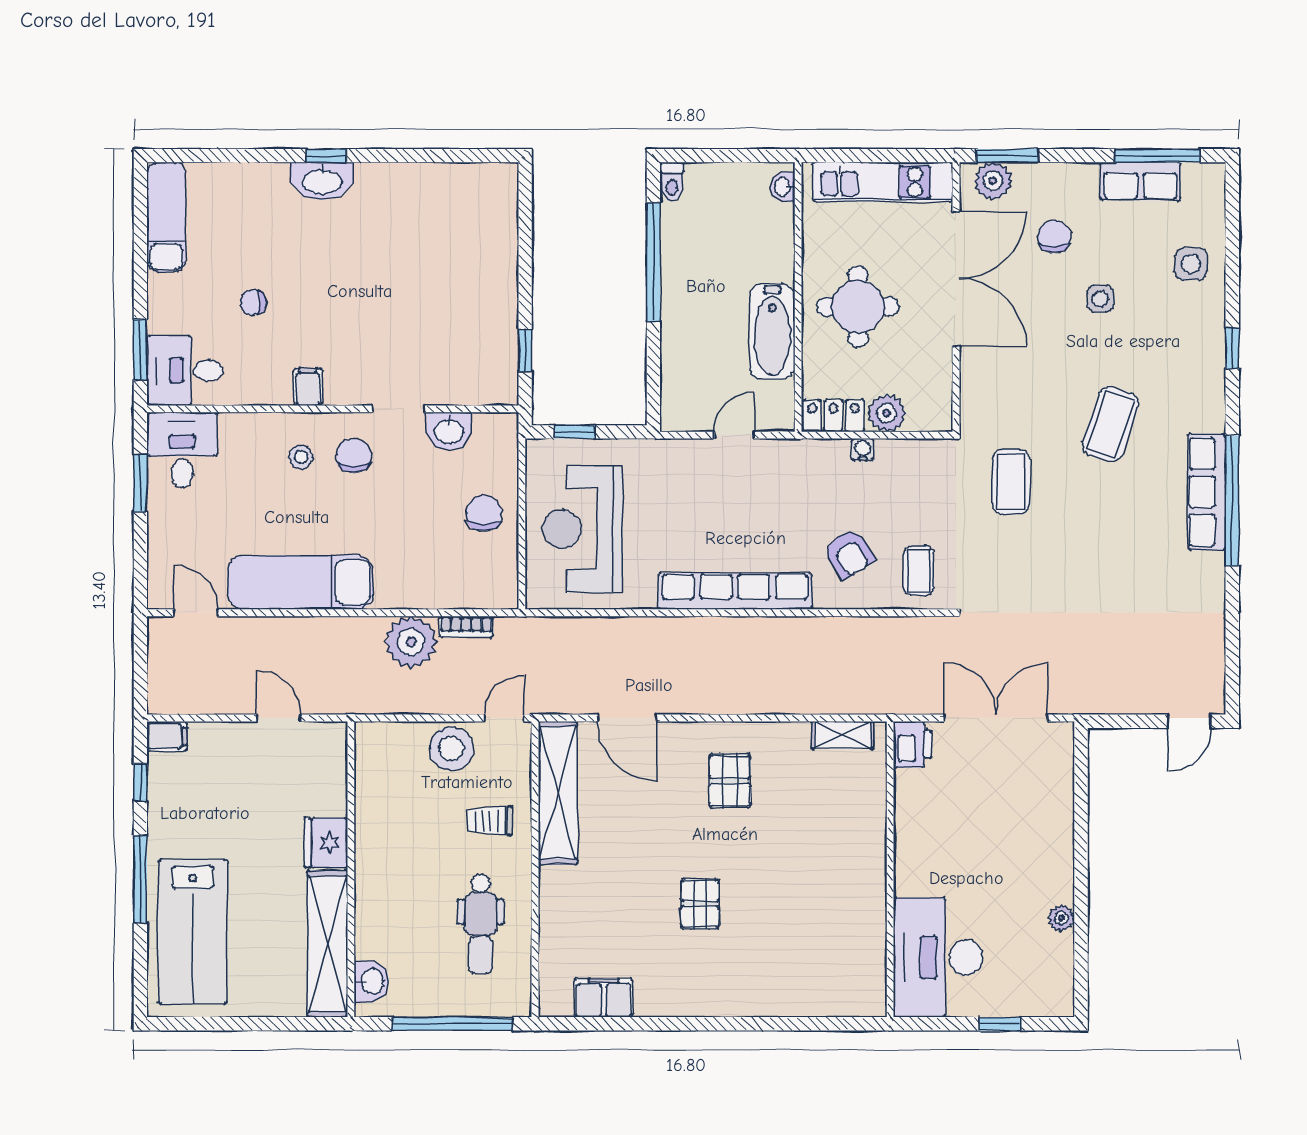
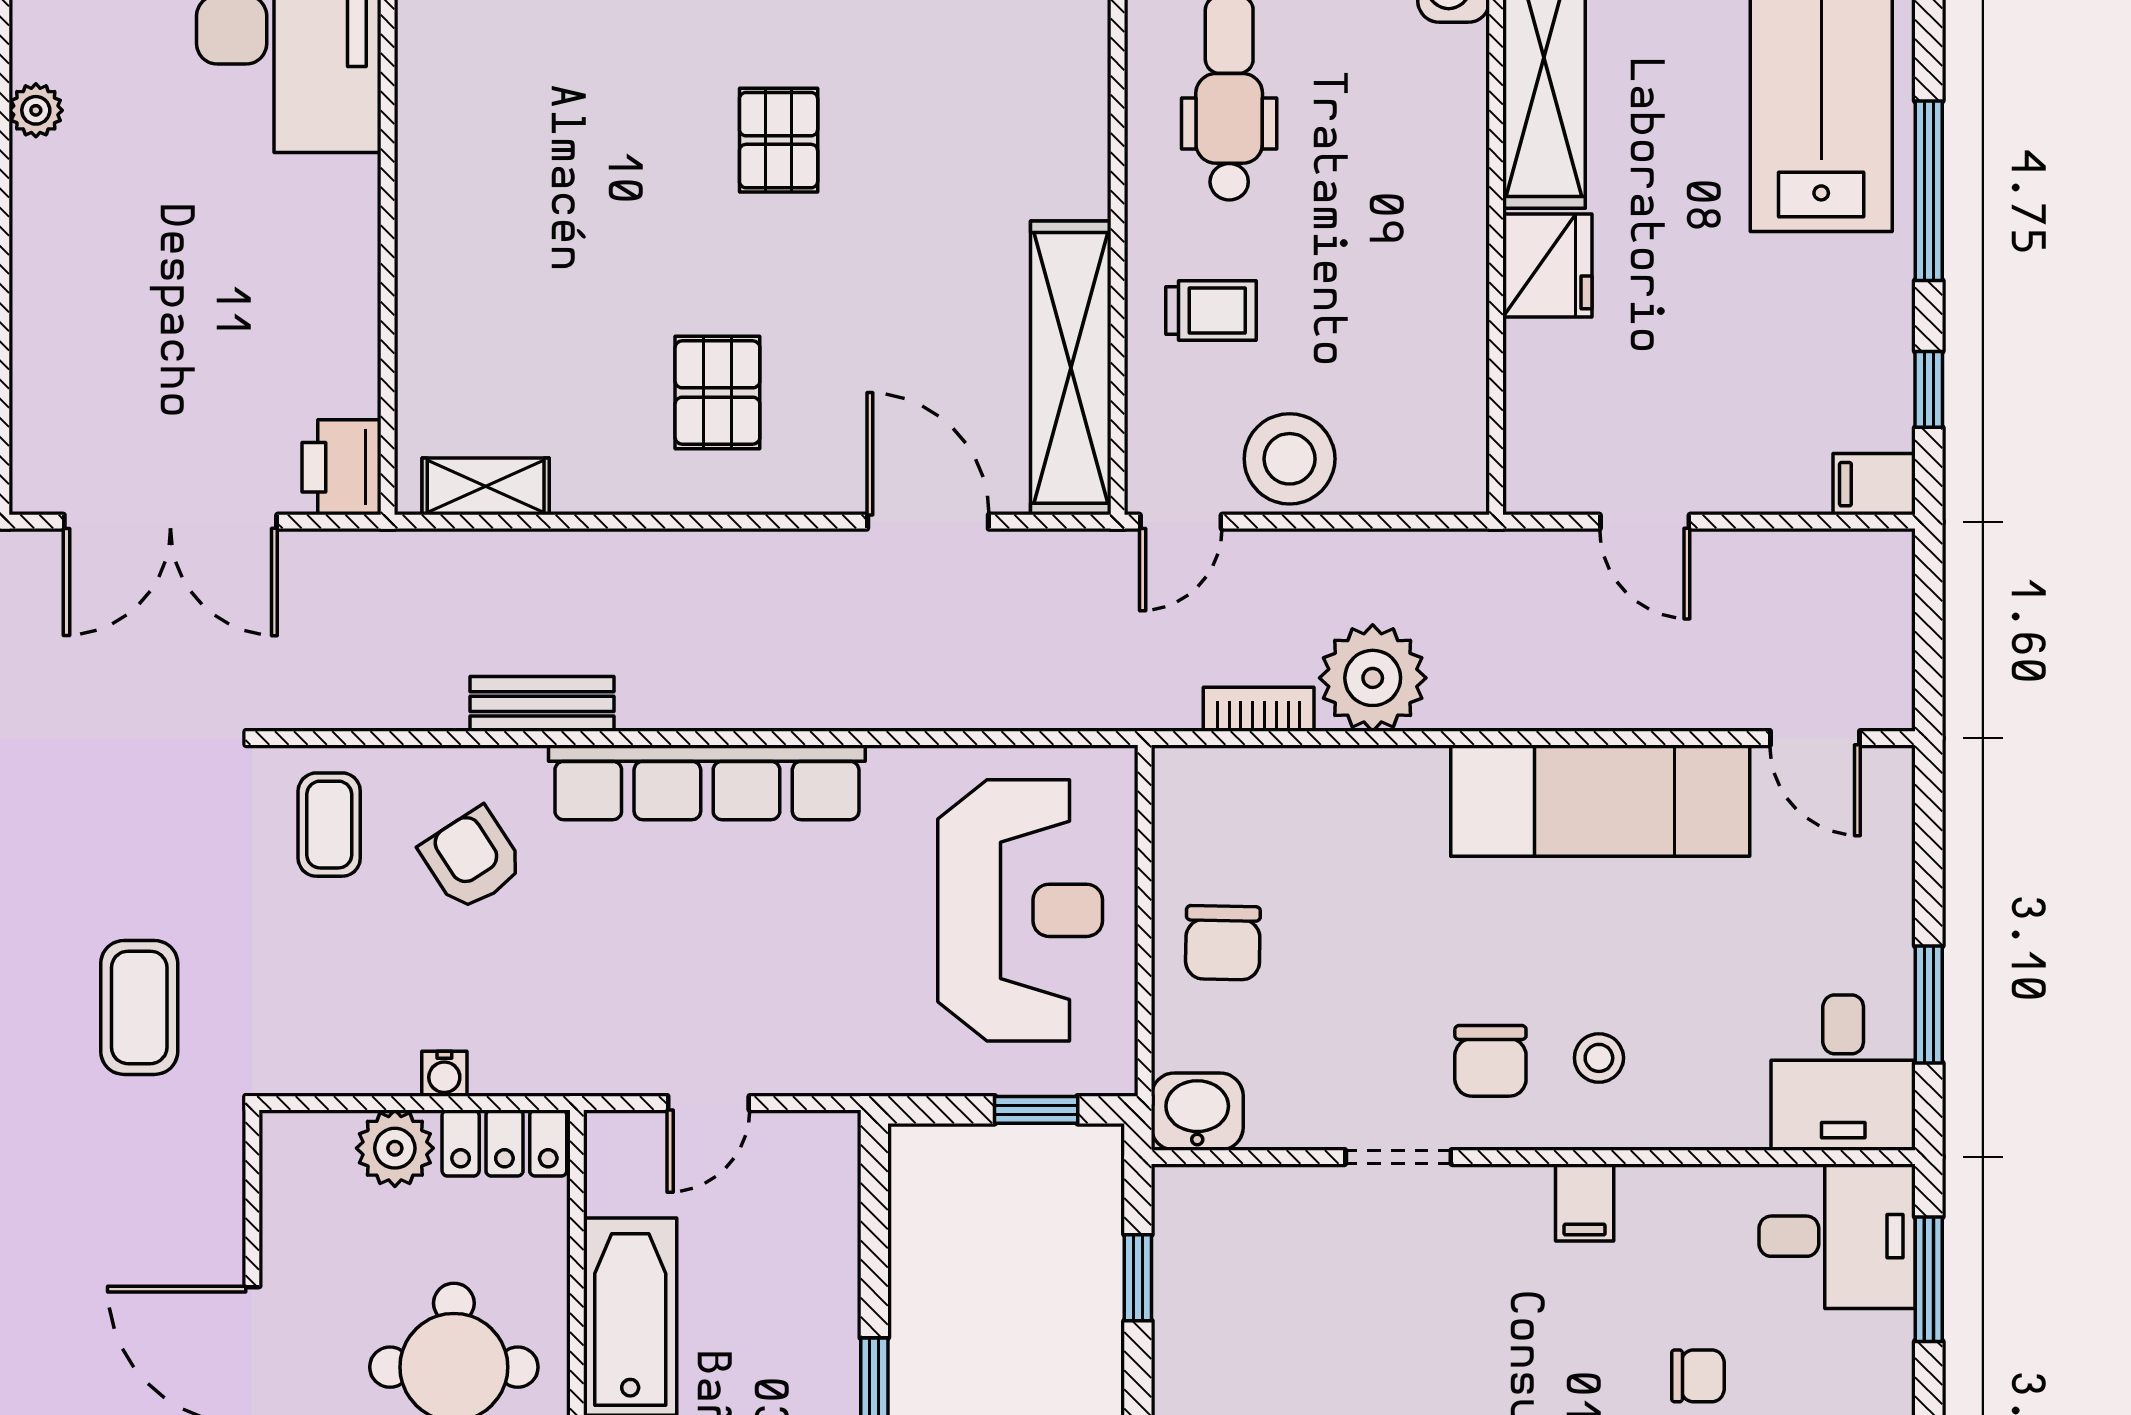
washbasin: (449, 431) -> (1197, 1112), moved
bench: (815, 629) -> (542, 704), added

